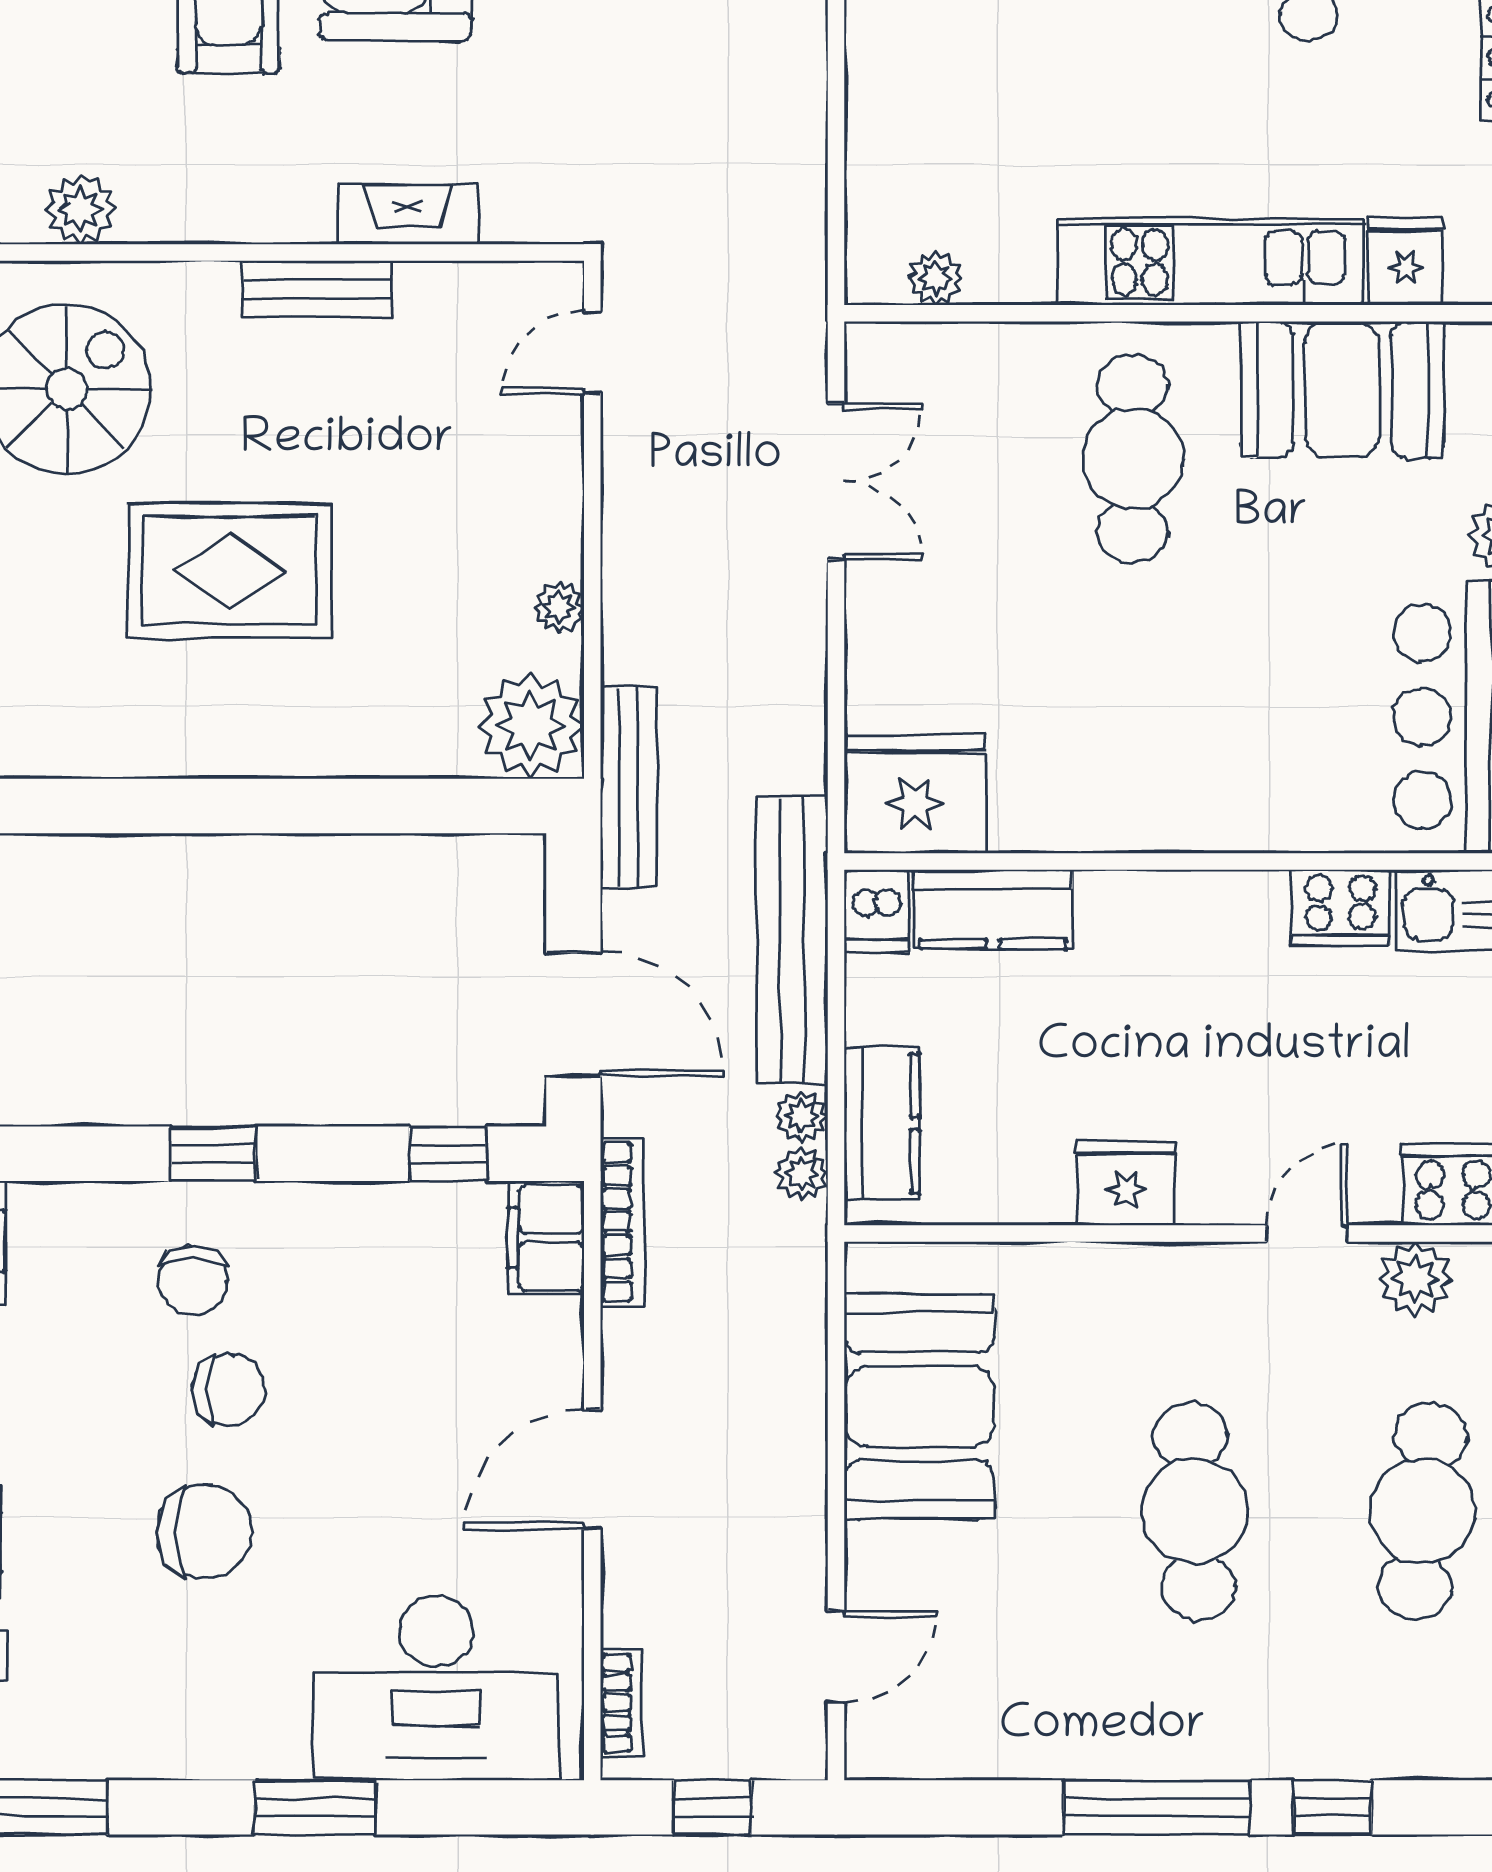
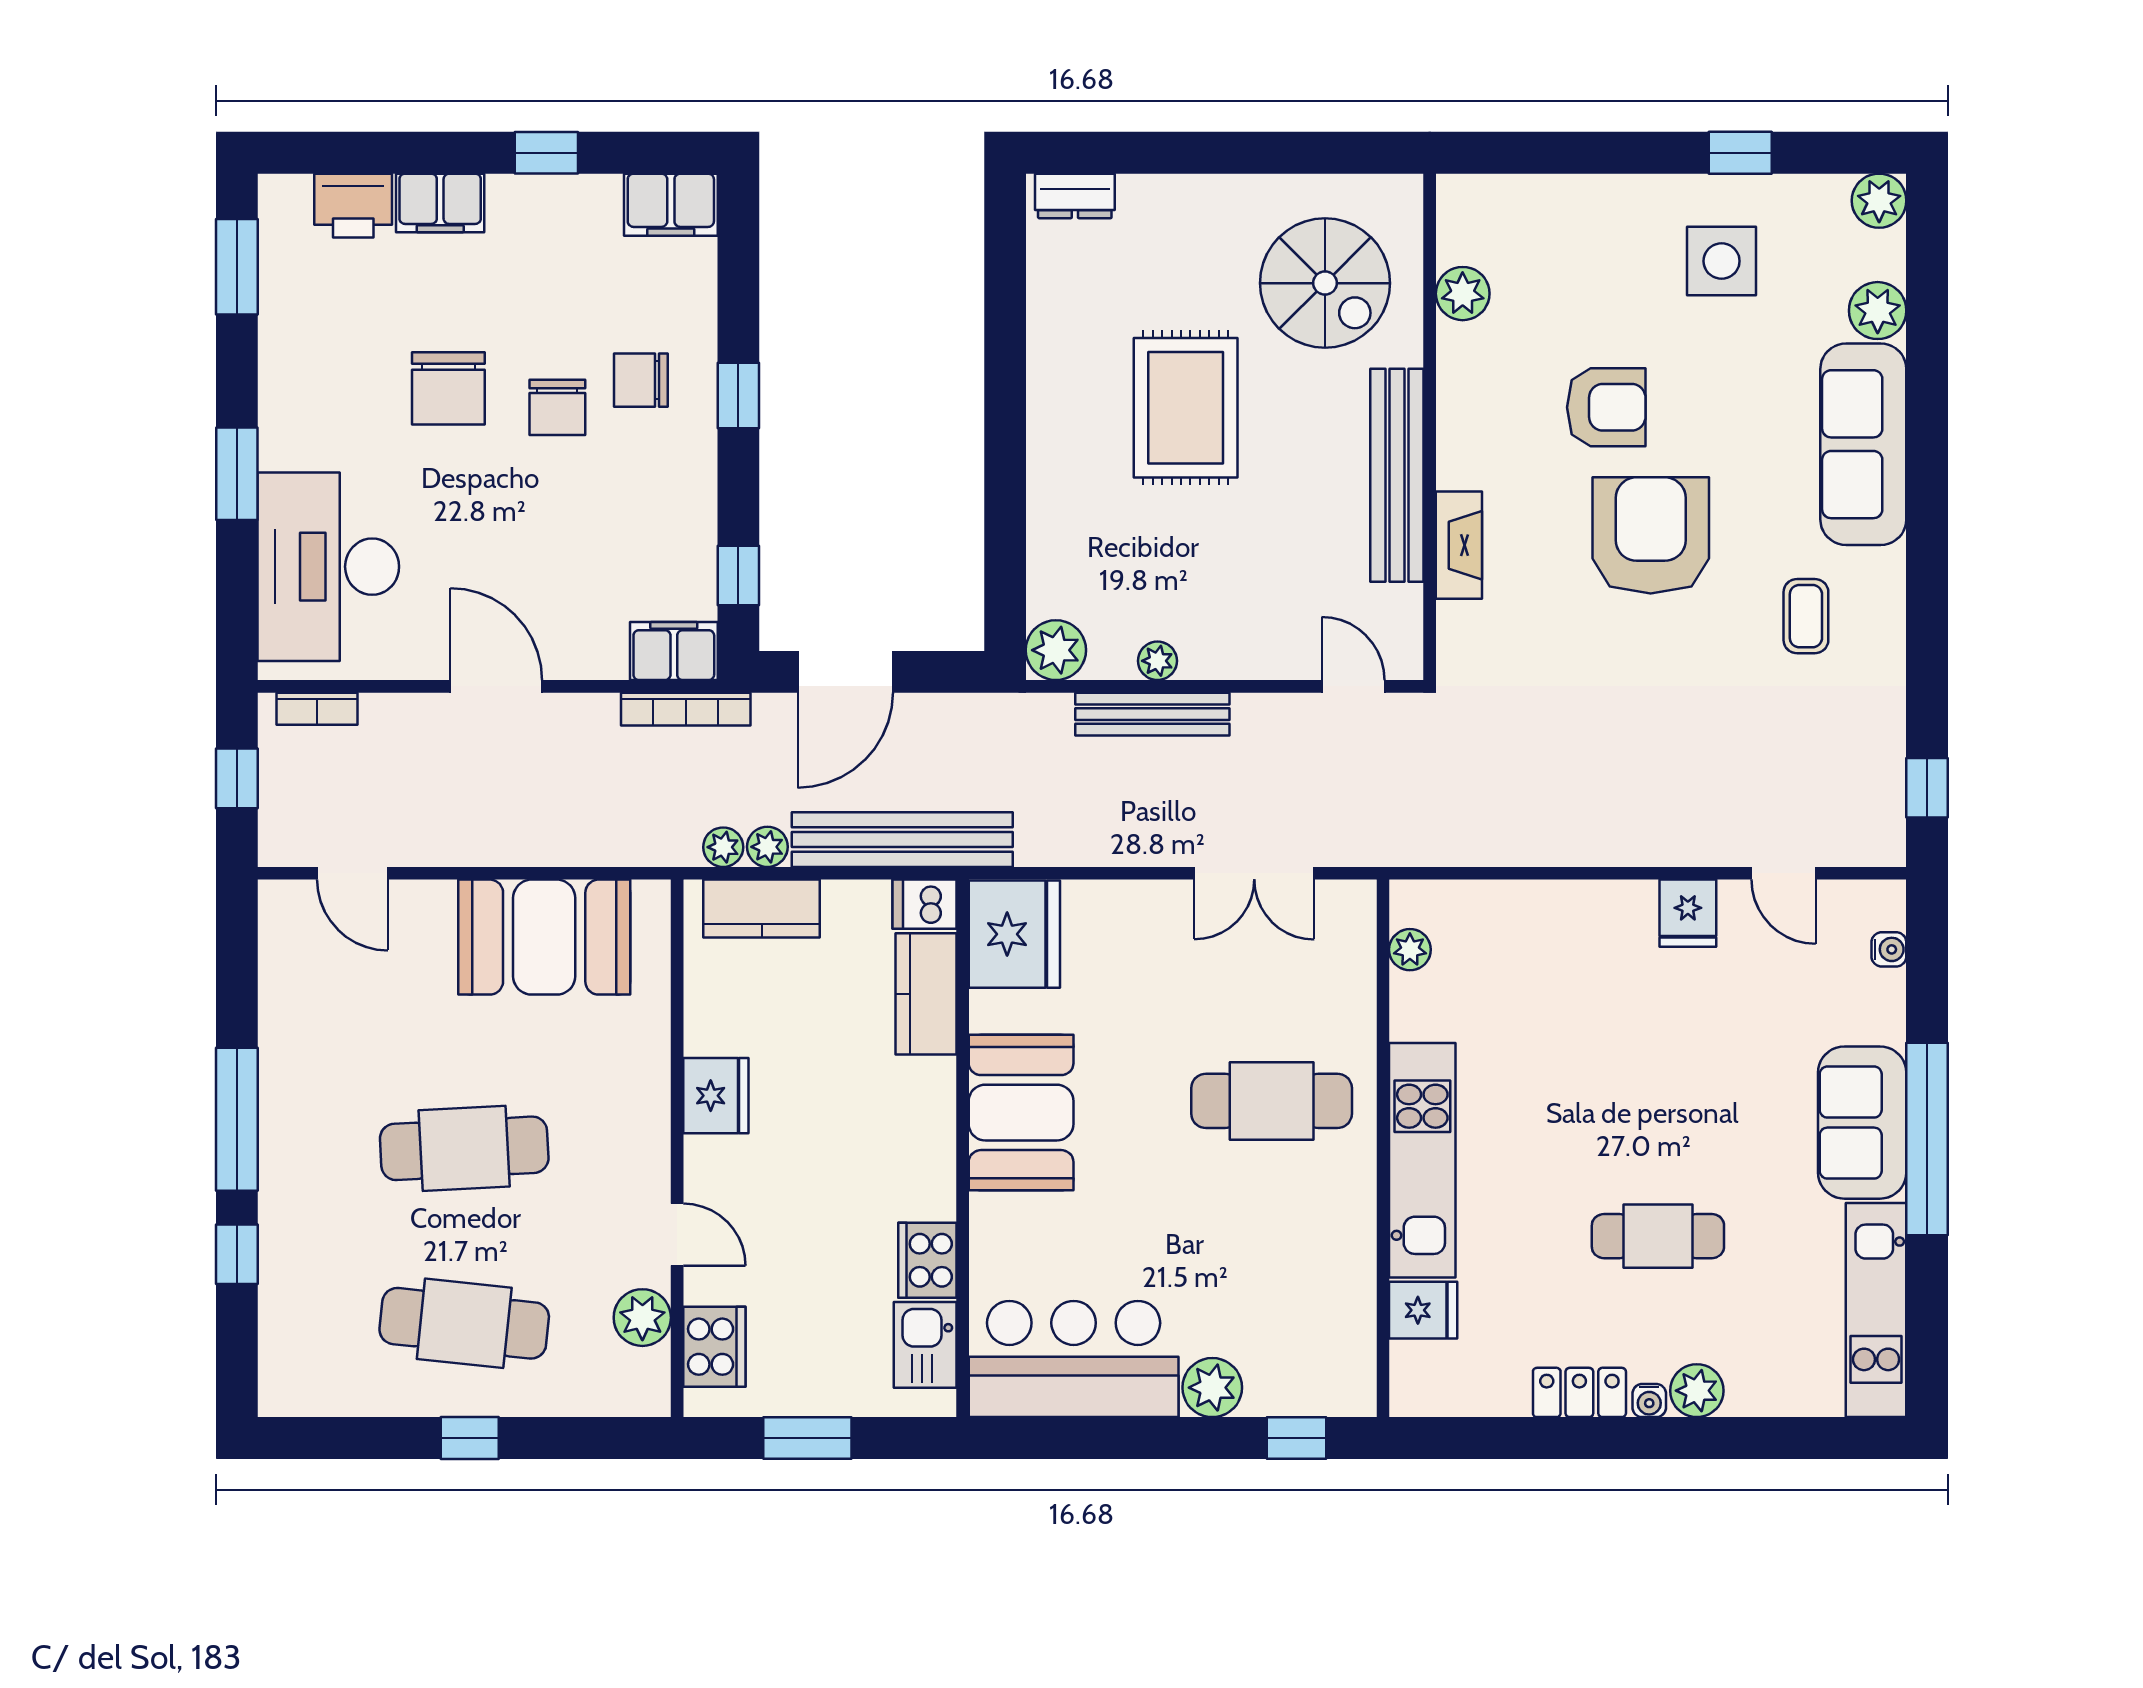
bench: (317, 289) -> (1397, 475), width x1.86, depth x1.21
booth: (1342, 390) -> (1021, 1113), moved
plant: (531, 725) -> (1056, 650), width x0.73, depth x0.73
bench: (629, 787) -> (1152, 714), moved

